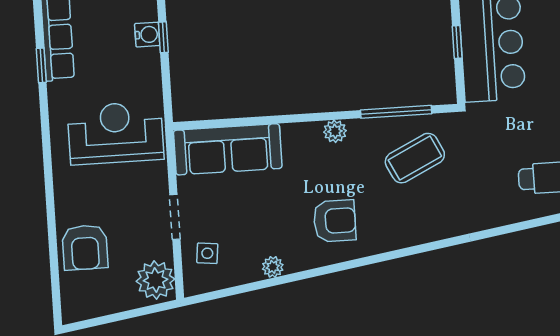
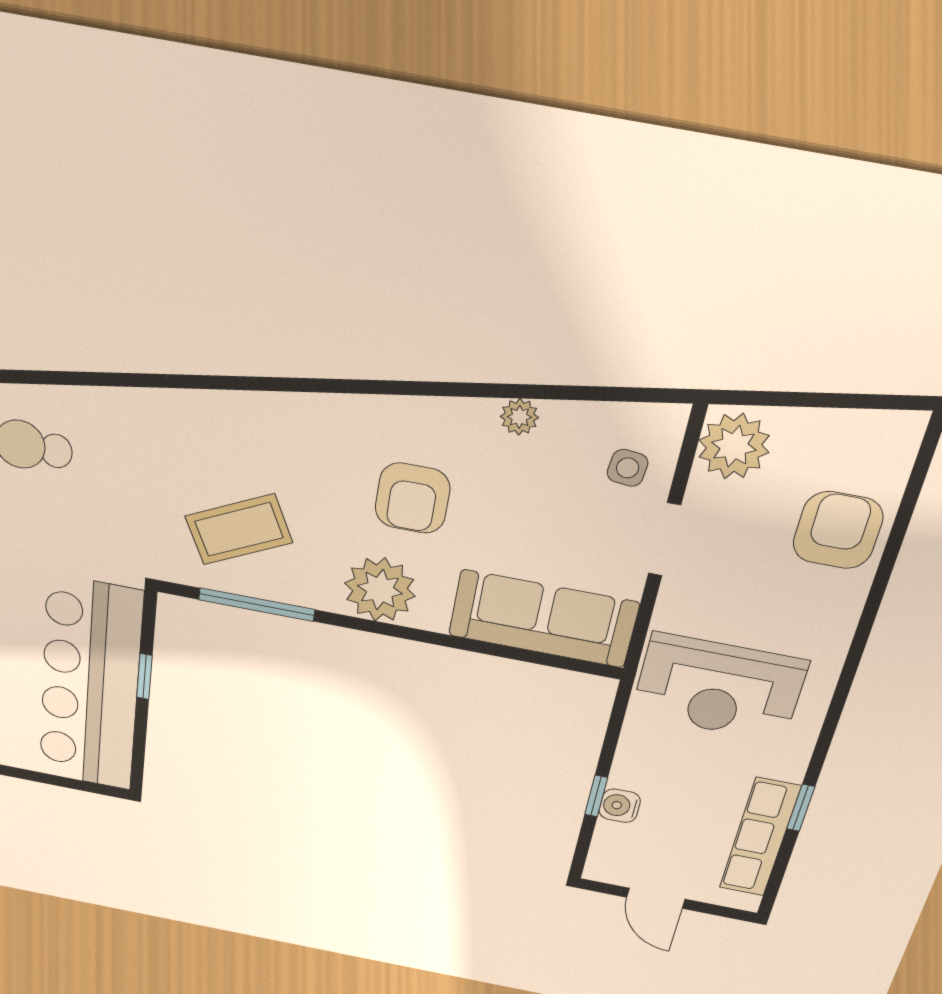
plant: (335, 131) -> (380, 590), width x1.87, depth x1.87
armchair: (335, 221) -> (412, 498), moved, turned -90

